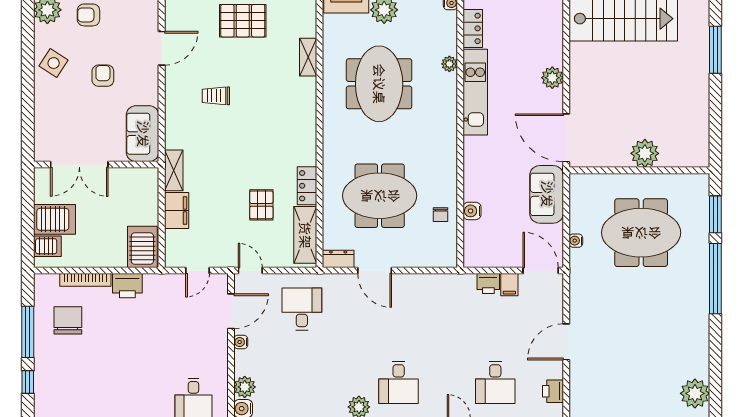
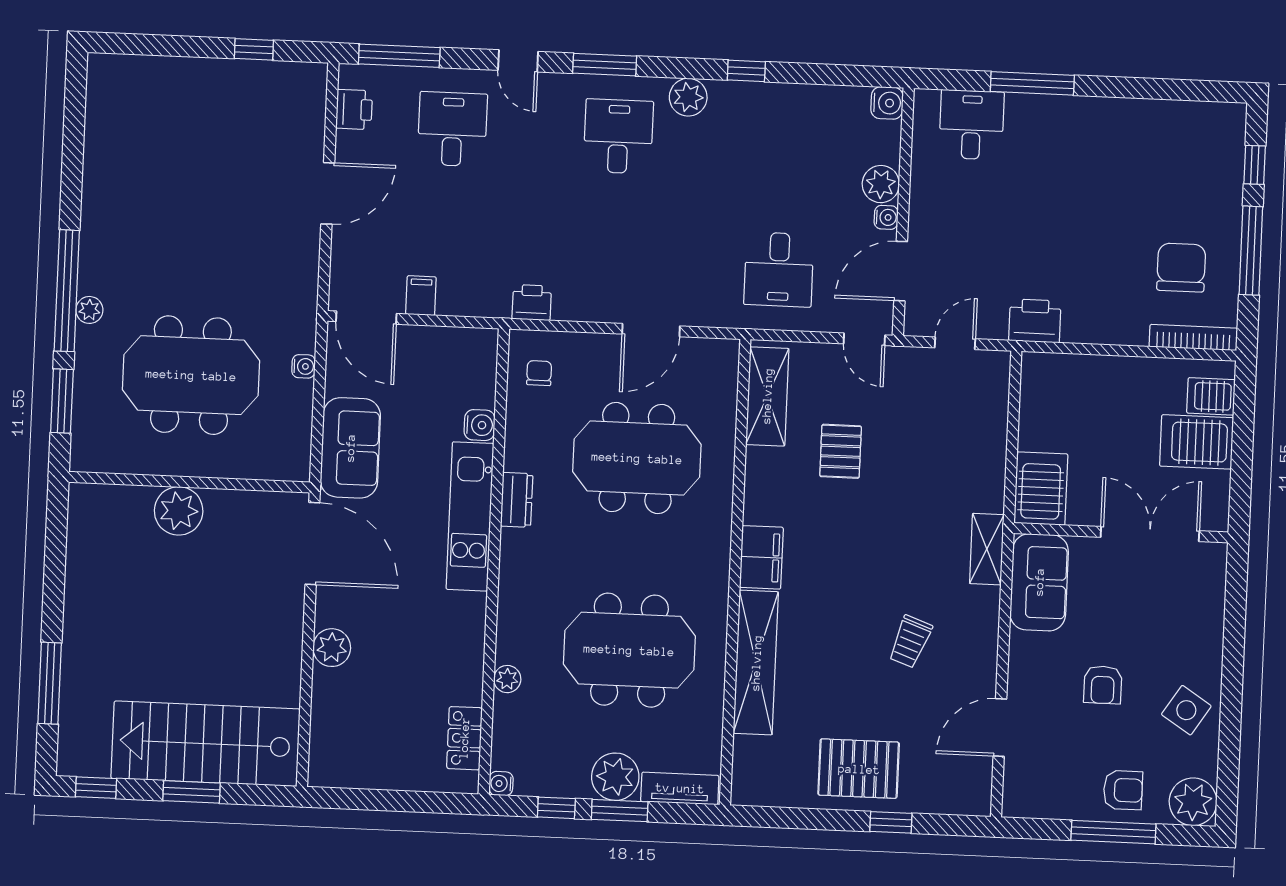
shelving: (308, 57) -> (756, 663), width x2.20, depth x1.33
meeting table: (379, 84) -> (629, 650), turned 90
kitchen unit: (475, 92) -> (470, 516), moved
trolley: (216, 96) -> (910, 642), turned 110
shelving: (174, 170) -> (987, 549), moved
locker: (307, 186) -> (761, 481), removed
filing cabinet: (177, 210) -> (761, 557), moved, turned 180
chair: (440, 215) -> (539, 373), moved
server rack: (142, 247) -> (1041, 488), moved, turned 180
dresser: (338, 259) -> (517, 500), moved, turned -90
door: (375, 271) -> (651, 330), swing flipped
bookcase: (85, 280) -> (1193, 338), moved
printer: (488, 284) -> (532, 303), moved
printer: (127, 286) -> (1035, 321), moved
chair: (68, 320) -> (1181, 268), turned 180
plant: (245, 387) -> (881, 184), moved
plant: (695, 393) -> (89, 310), moved, width x0.53, depth x0.53

